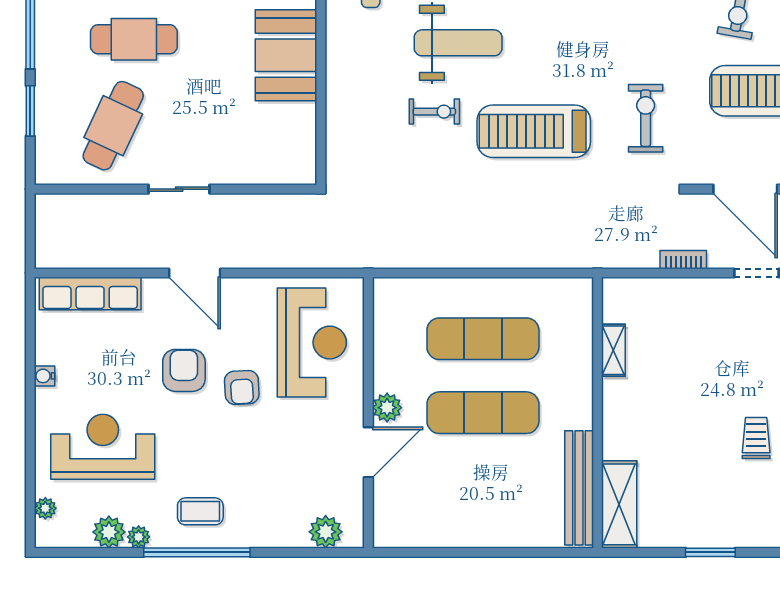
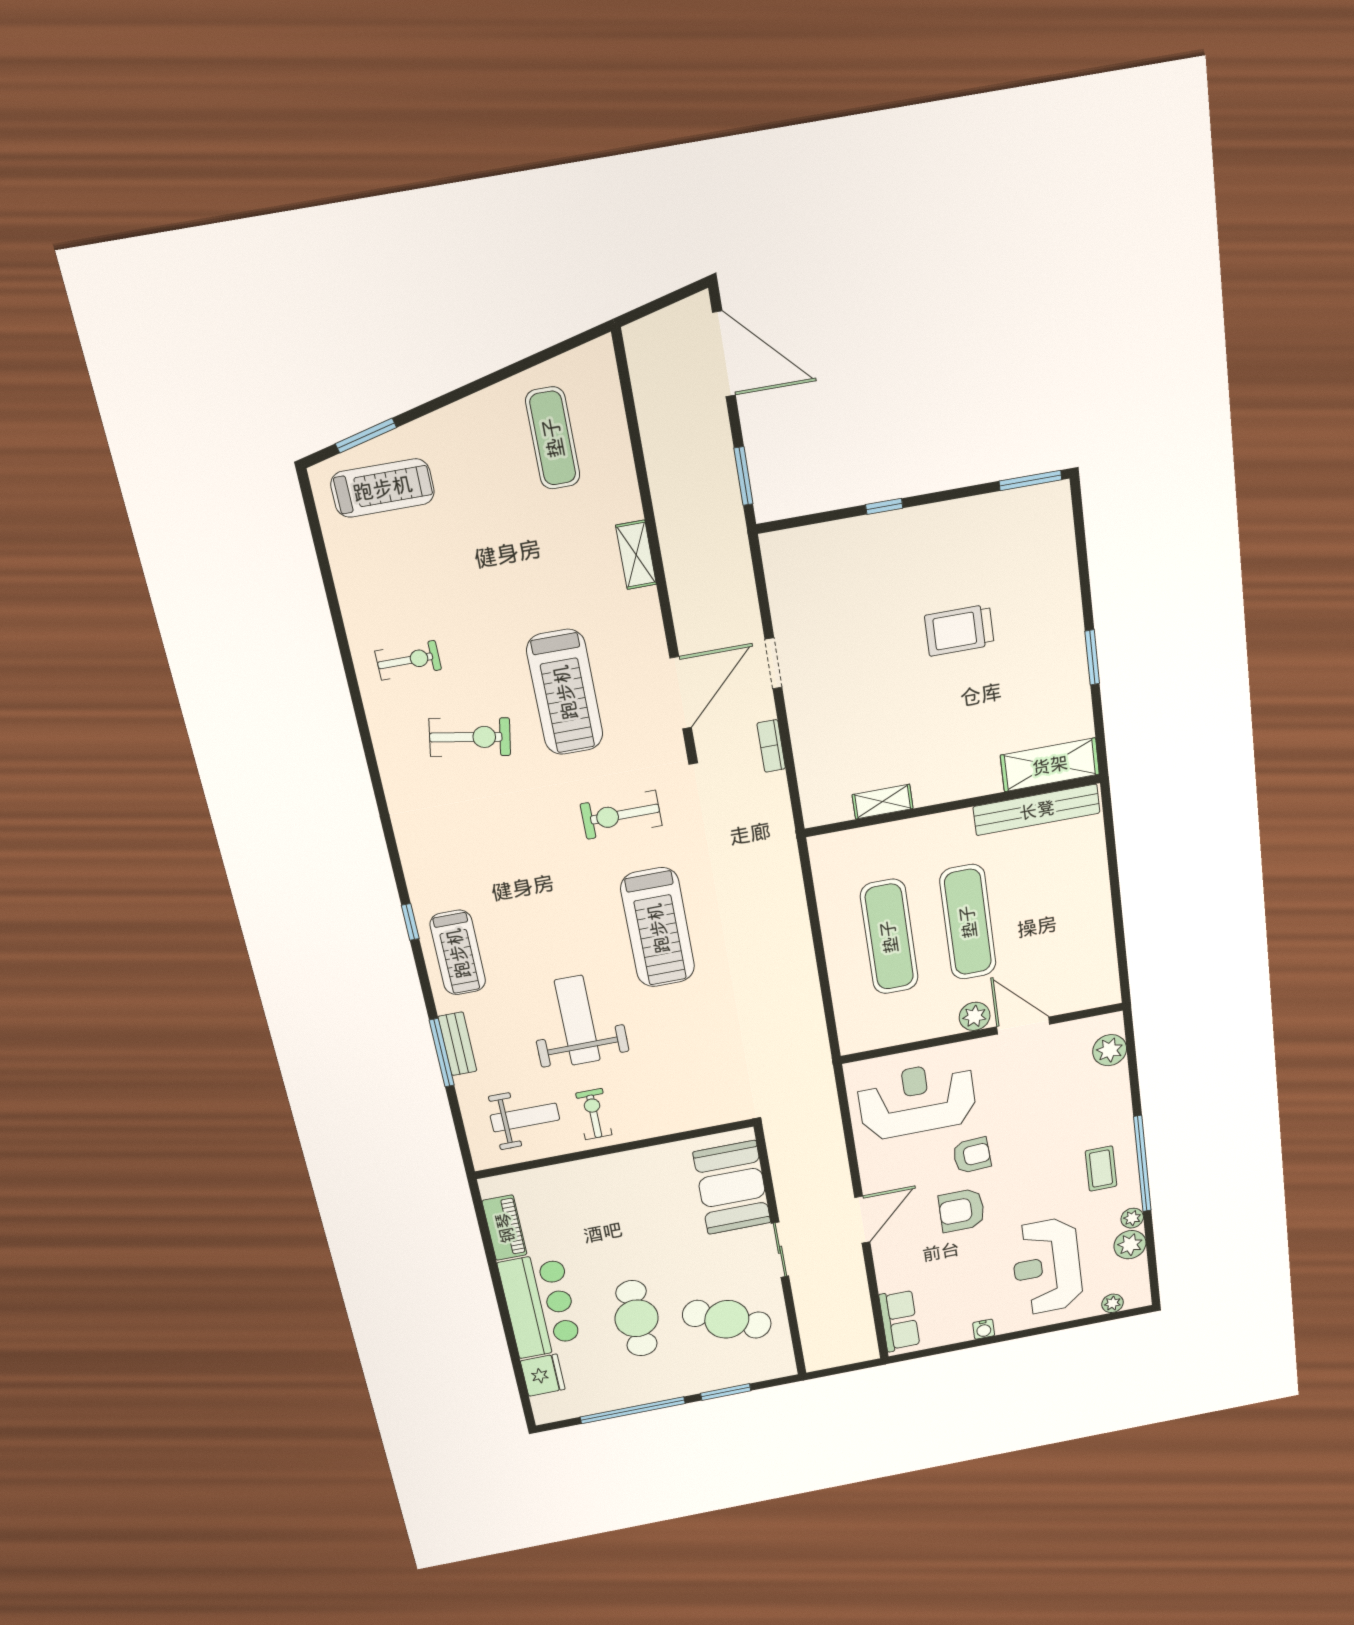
booth: (286, 55) -> (732, 1188), moved, turned 90
exercise bike: (434, 112) -> (594, 1114), moved
row of seats: (90, 294) -> (899, 1320), width x0.68
trolley: (756, 438) -> (959, 630), width x1.36, depth x1.39

